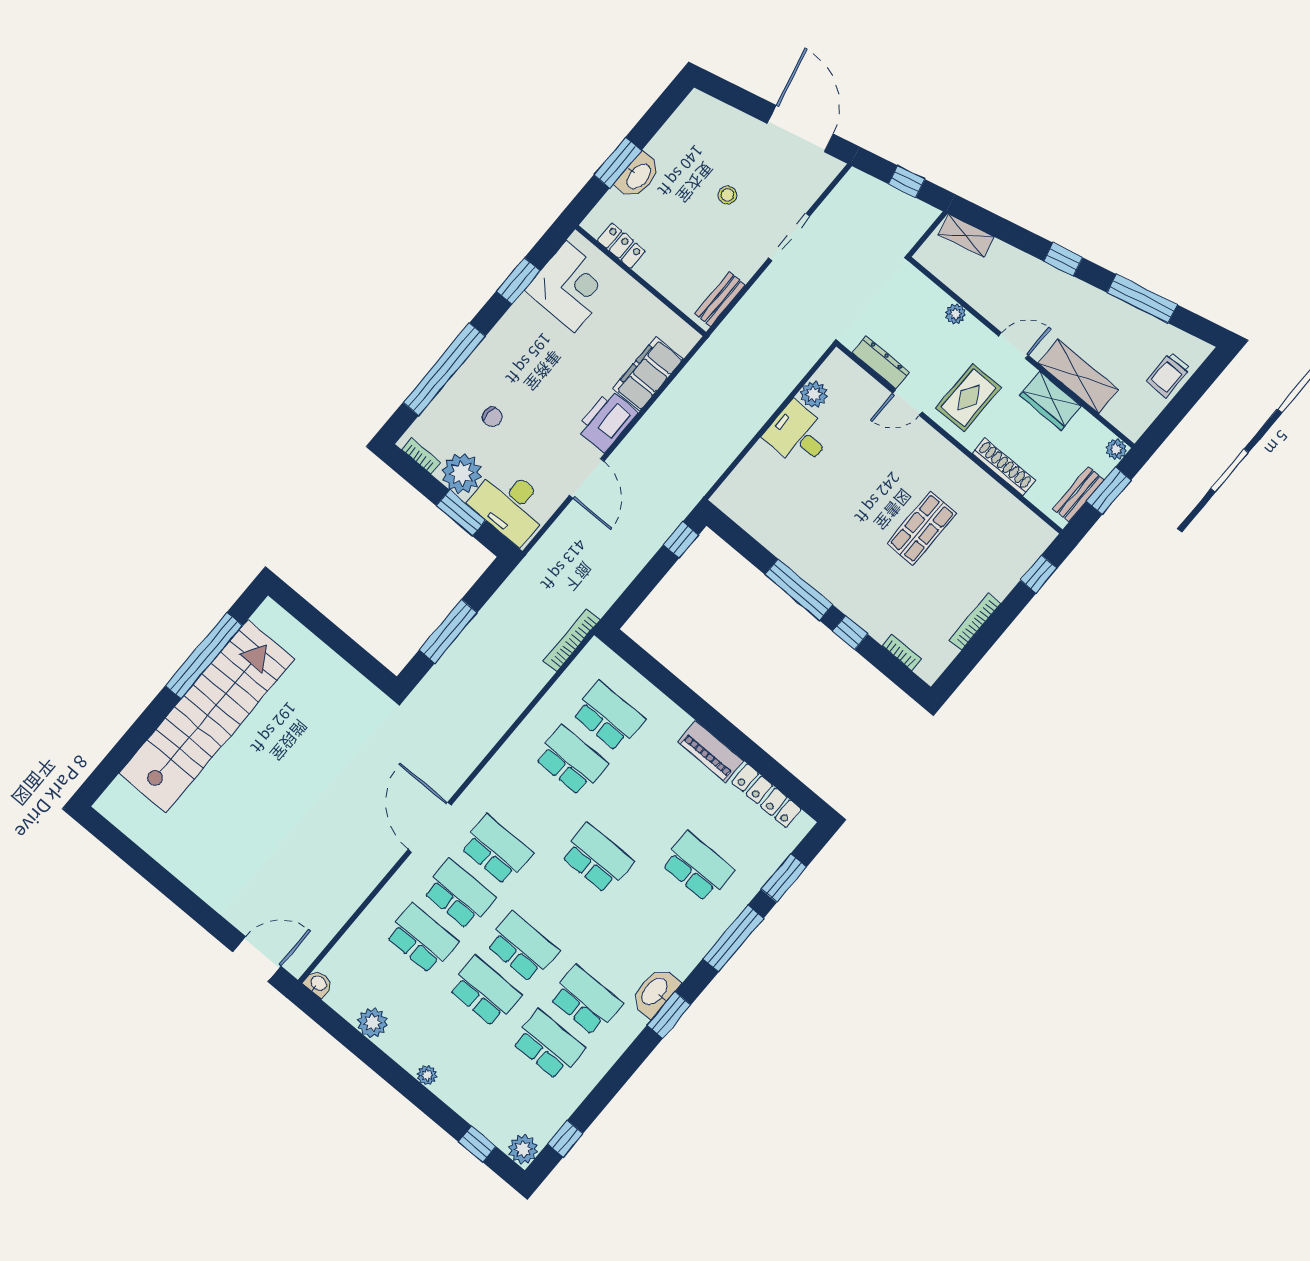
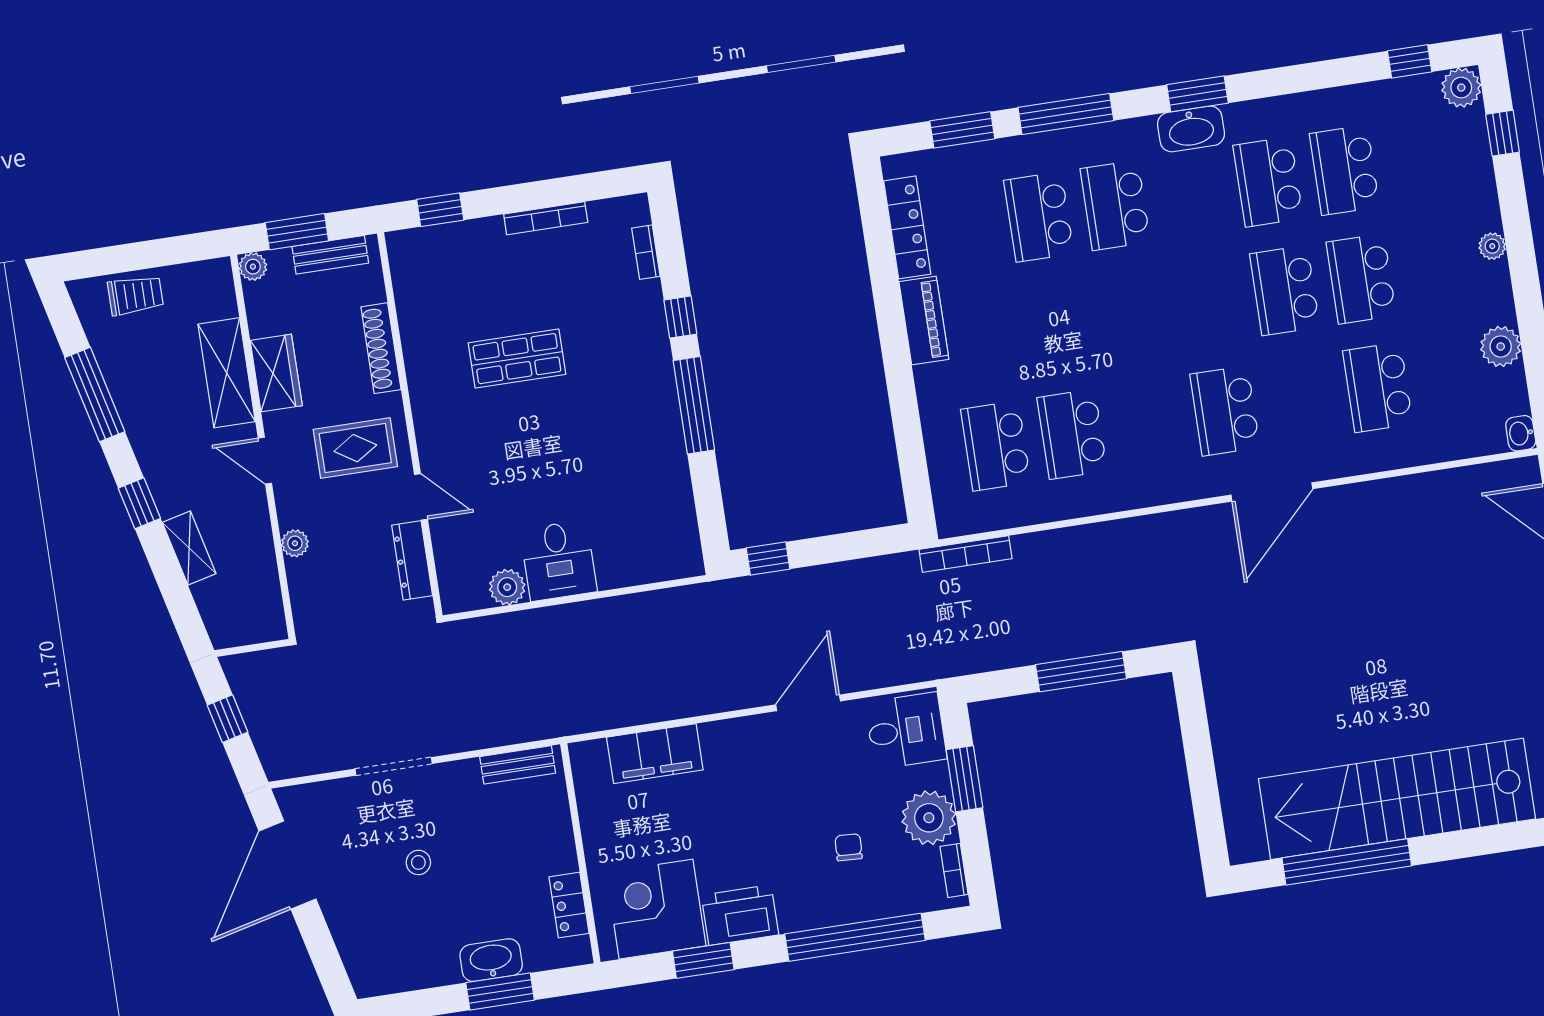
shelving: (966, 236) -> (189, 548), moved
printer: (607, 421) -> (740, 915), moved, turned 180
desk: (510, 505) -> (906, 731), width x0.73
school desk: (597, 858) -> (1115, 205), moved
school desk: (459, 894) -> (1301, 399), removed

